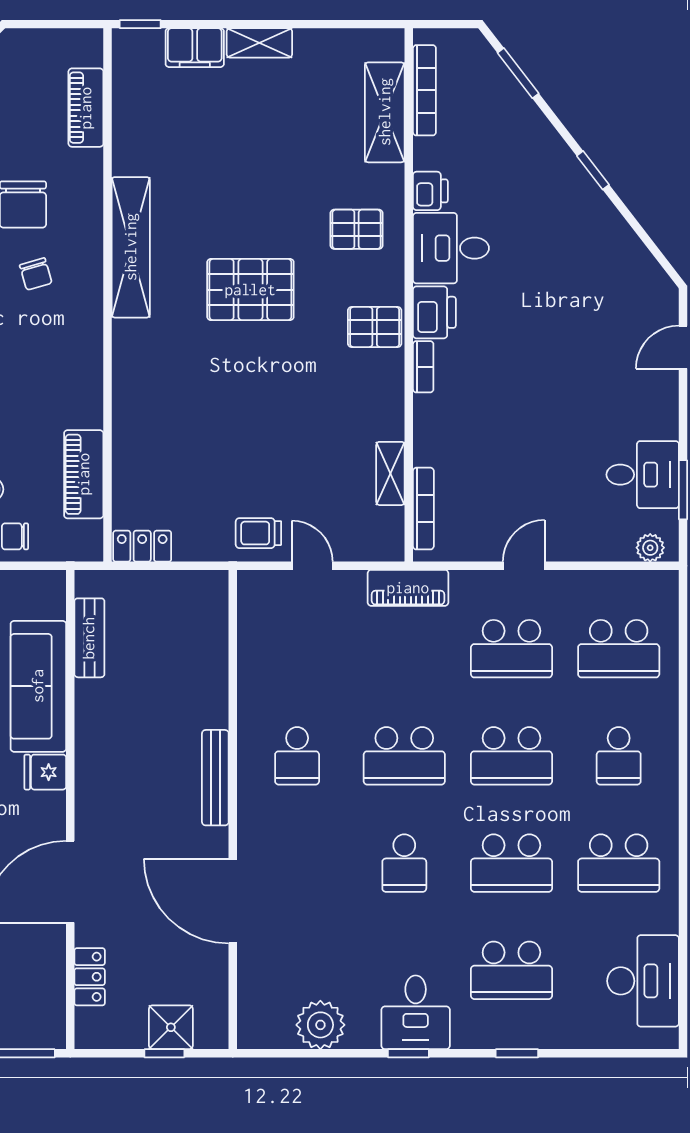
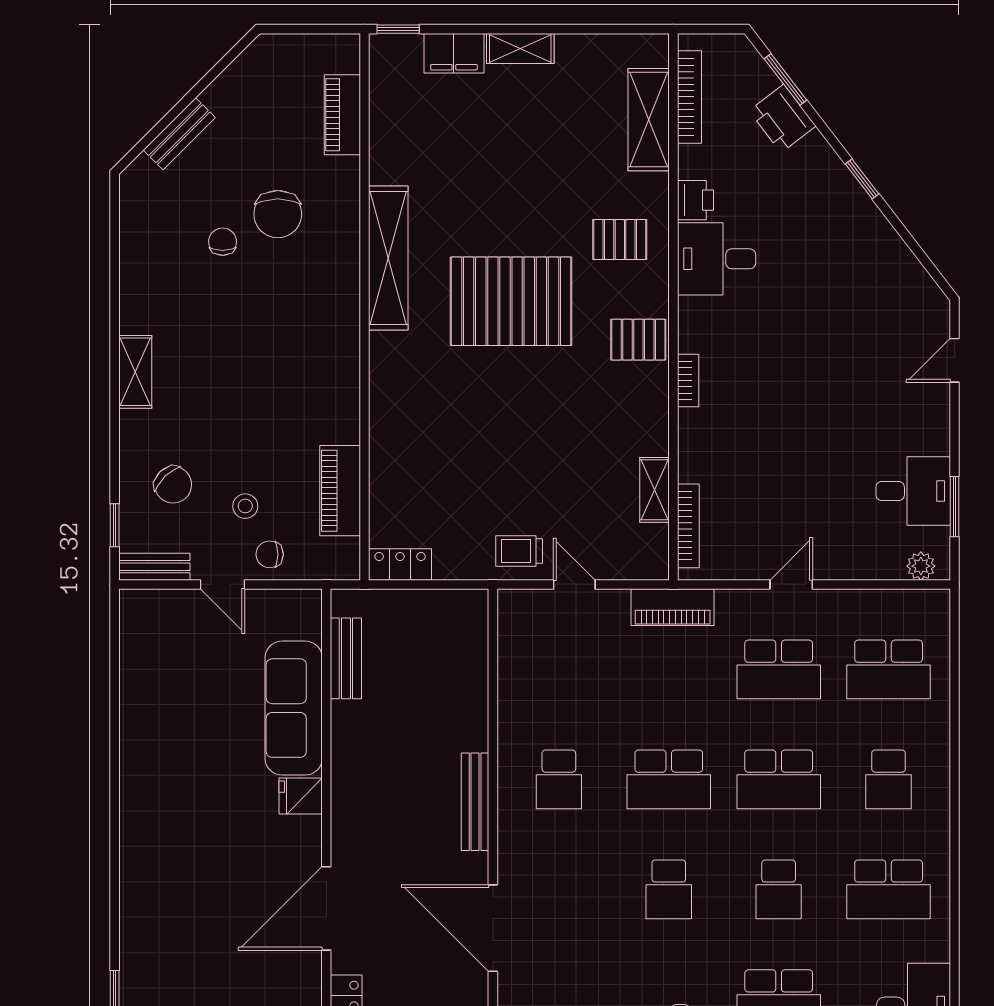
chair: (36, 274) -> (291, 285), removed
pallet: (250, 290) -> (511, 301), width x1.37, depth x1.41
printer: (434, 312) -> (782, 118), moved, turned 142
school desk: (511, 863) -> (779, 889), width x0.54

